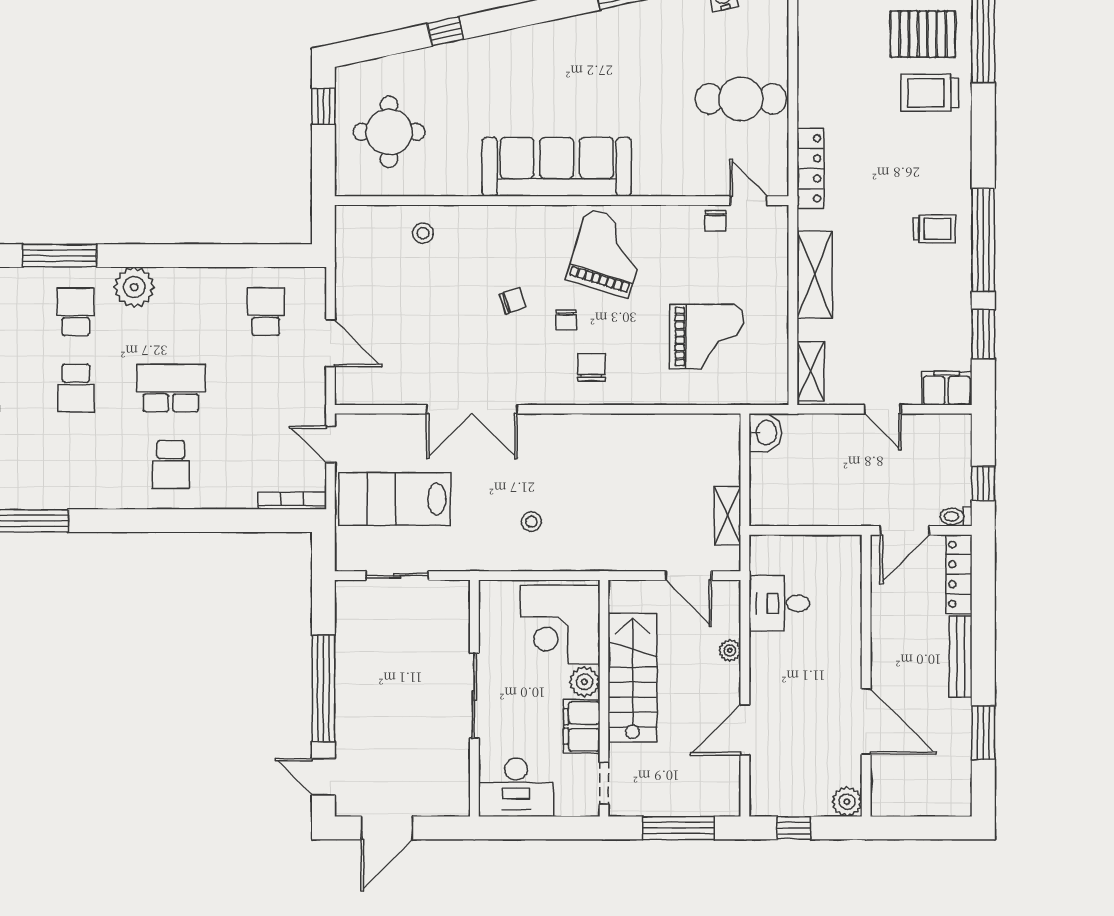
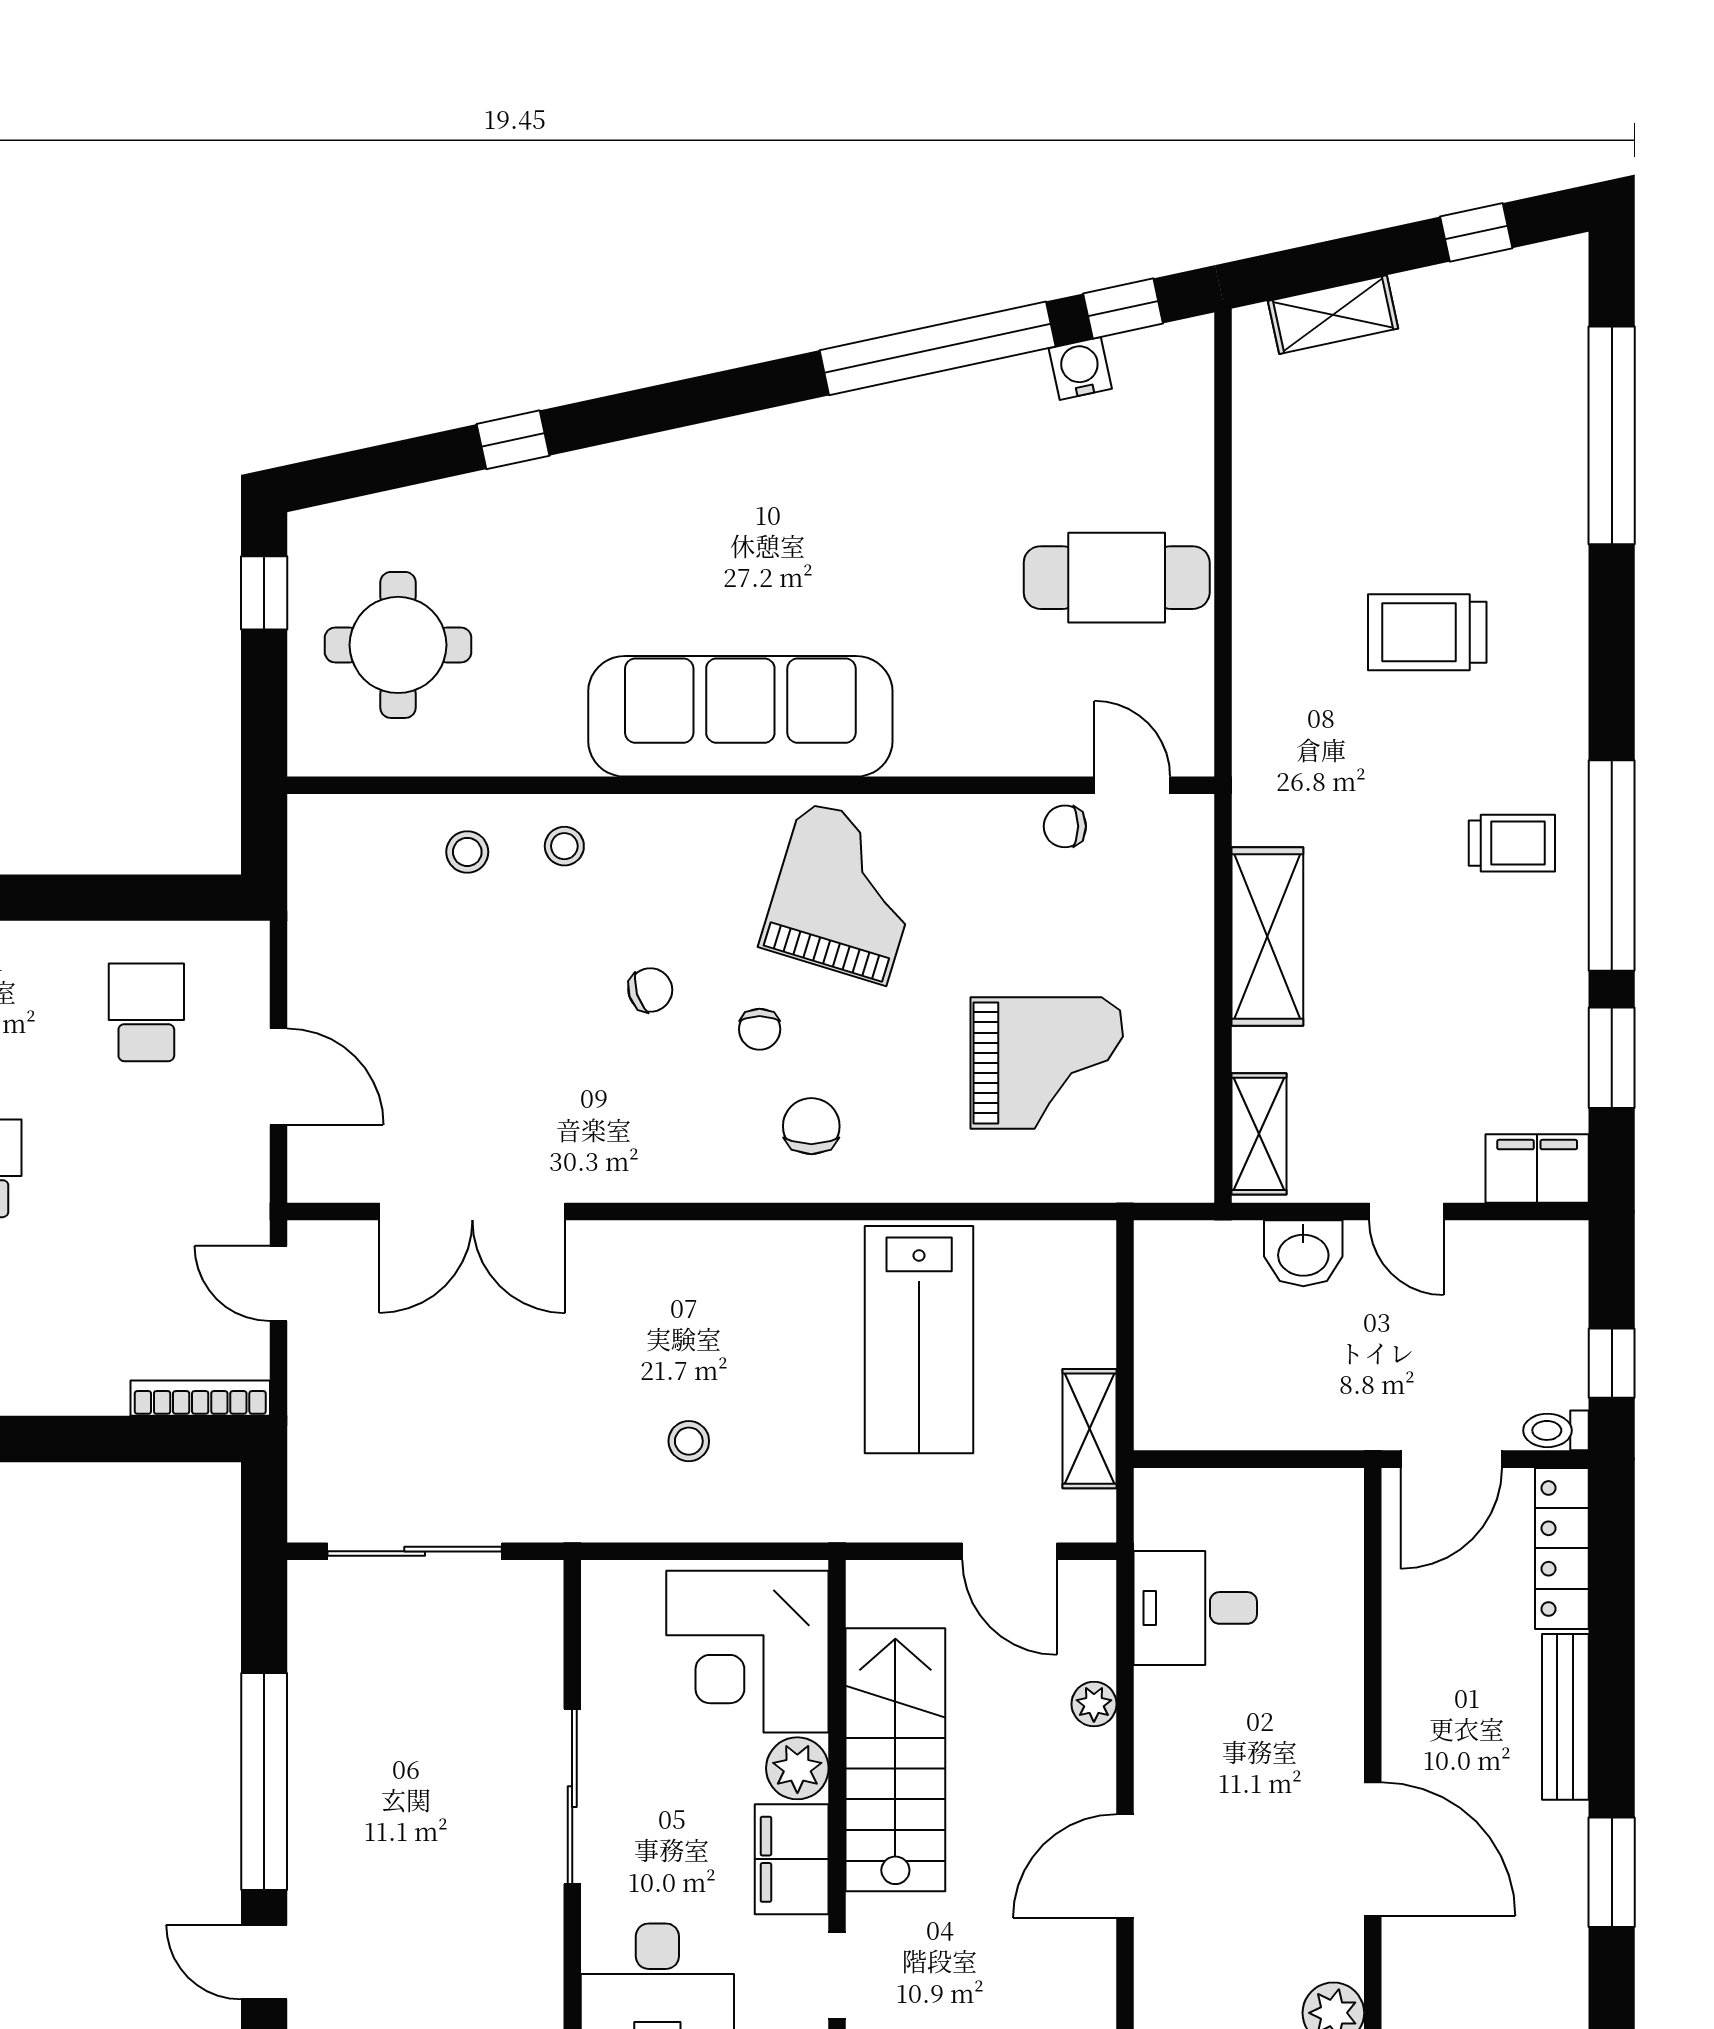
pallet: (923, 34) -> (1488, 445), removed
trolley: (930, 93) -> (1427, 632), moved
locker: (810, 168) -> (1259, 720), removed
chair: (716, 221) -> (1065, 826), turned 90
stool: (470, 230) -> (564, 846), added
double door: (472, 409) -> (472, 1211), moved
washbasin: (765, 433) -> (1303, 1253), moved, turned 90
lab bench: (395, 499) -> (919, 1340), moved, turned -90
sliding door: (397, 576) -> (415, 1551), width x1.37

